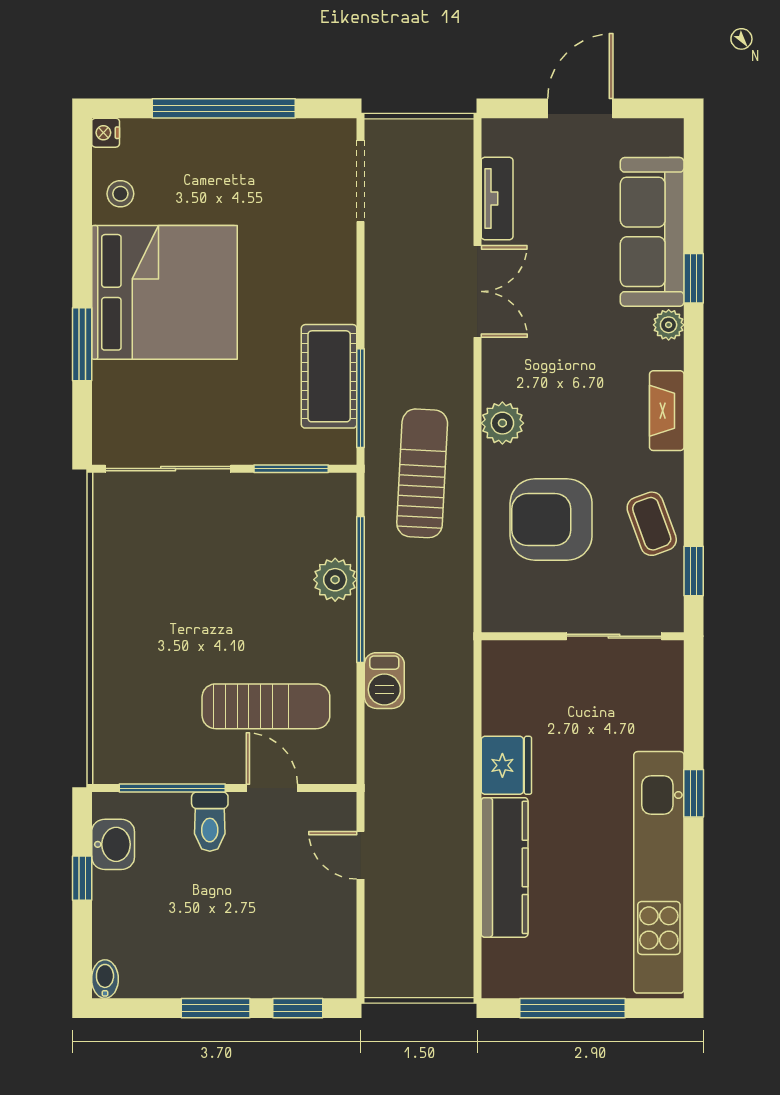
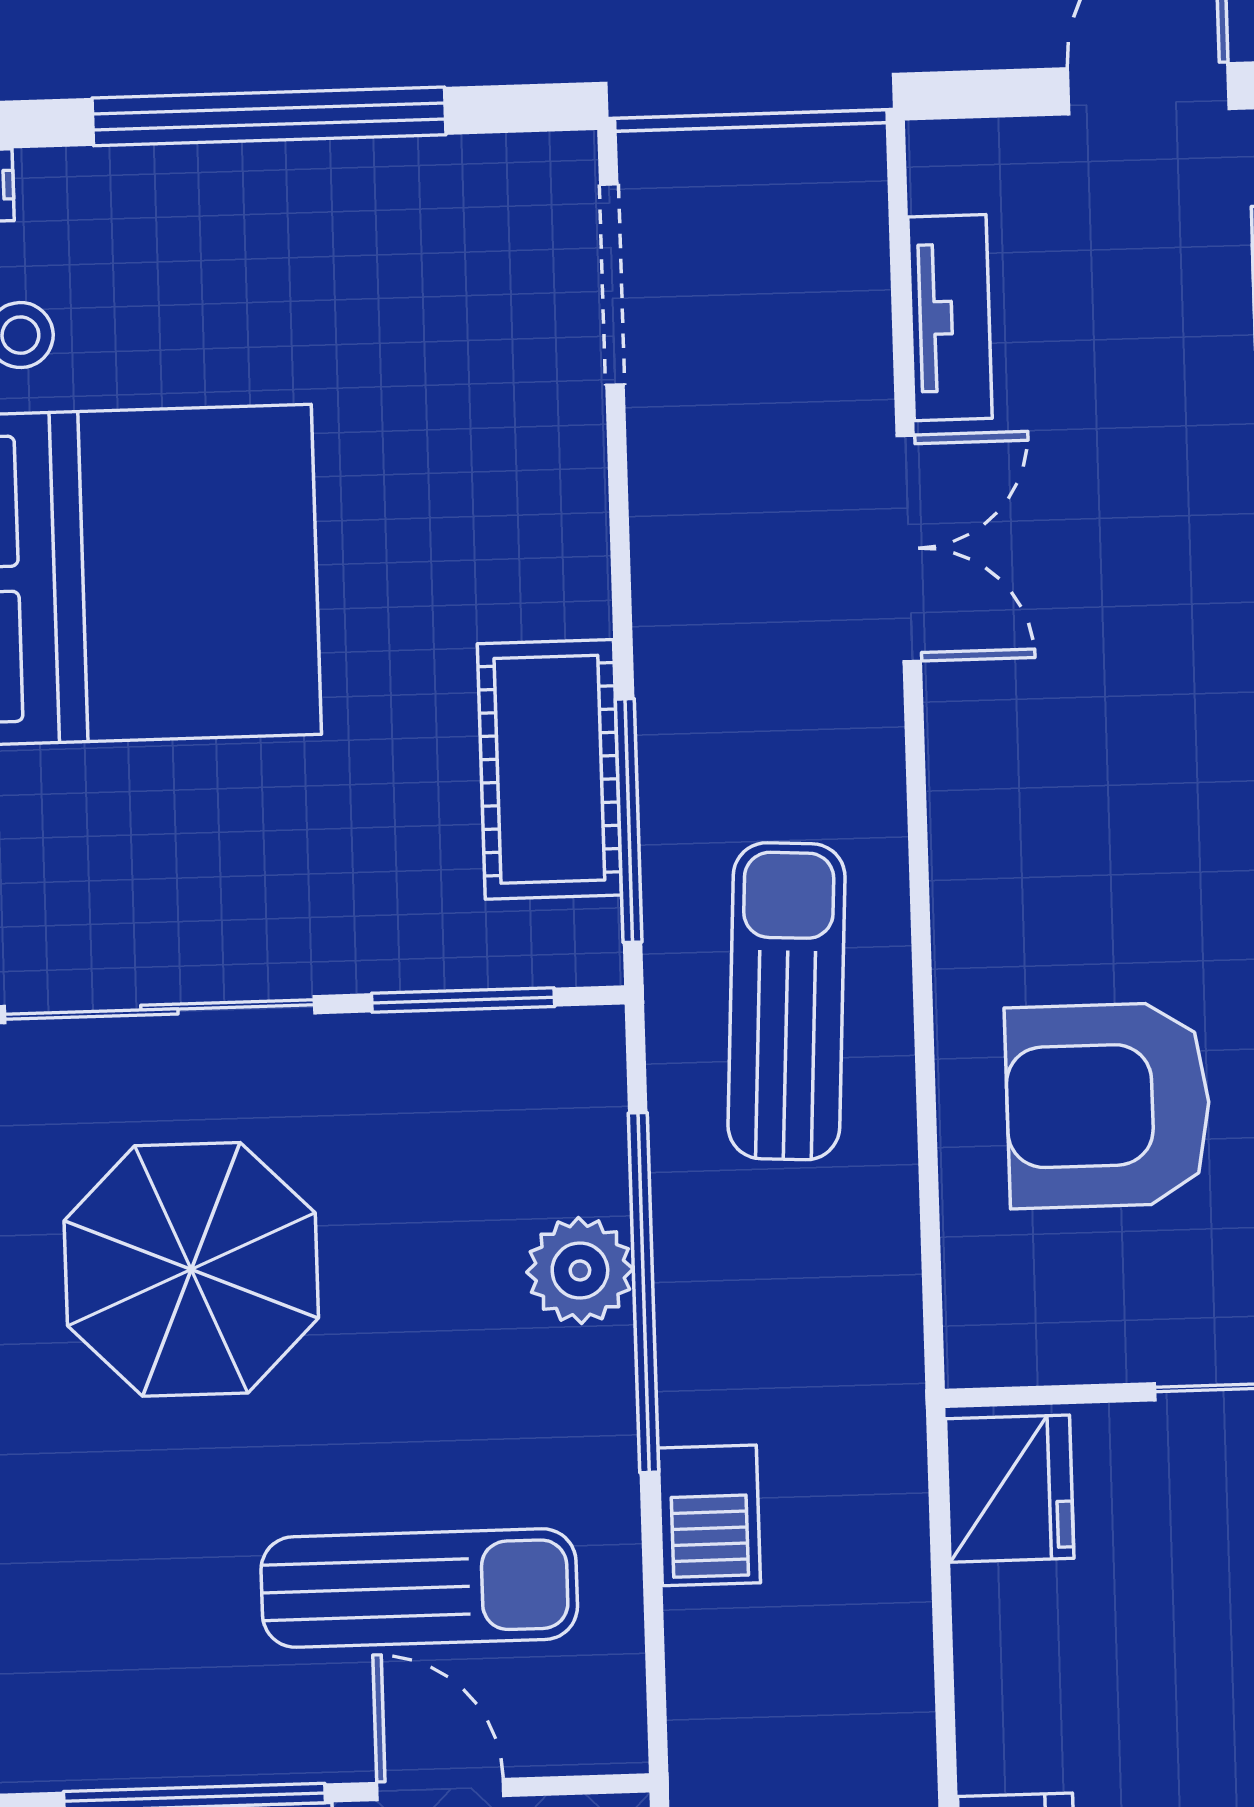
plant: (502, 423) -> (981, 871), removed
parasol: (178, 574) -> (191, 1269), added
fridge: (506, 765) -> (1010, 1489), moved

